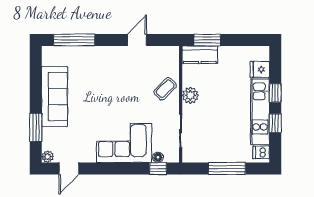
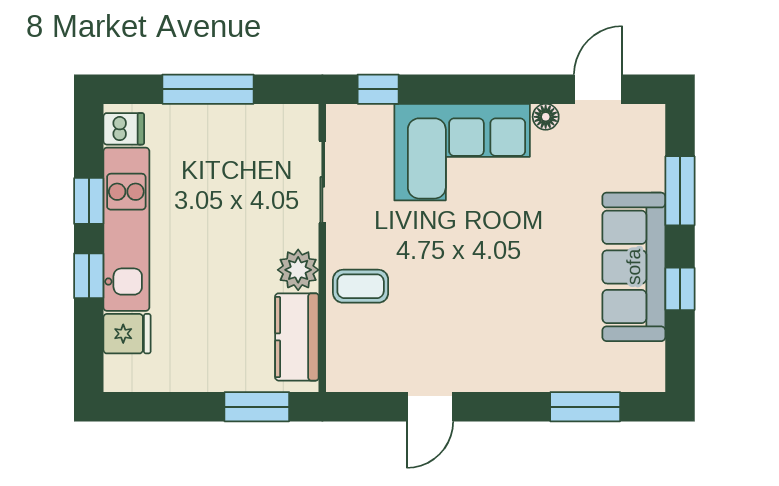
window: (74, 40) -> (585, 407), width x0.69
kitchen counter: (200, 55) -> (297, 337), moved, turned -90
window: (36, 88) -> (680, 289), added
coffee table: (165, 89) -> (361, 286), turned 45
plant: (48, 157) -> (651, 118), removed
floor lamp: (158, 157) -> (546, 117), moved

